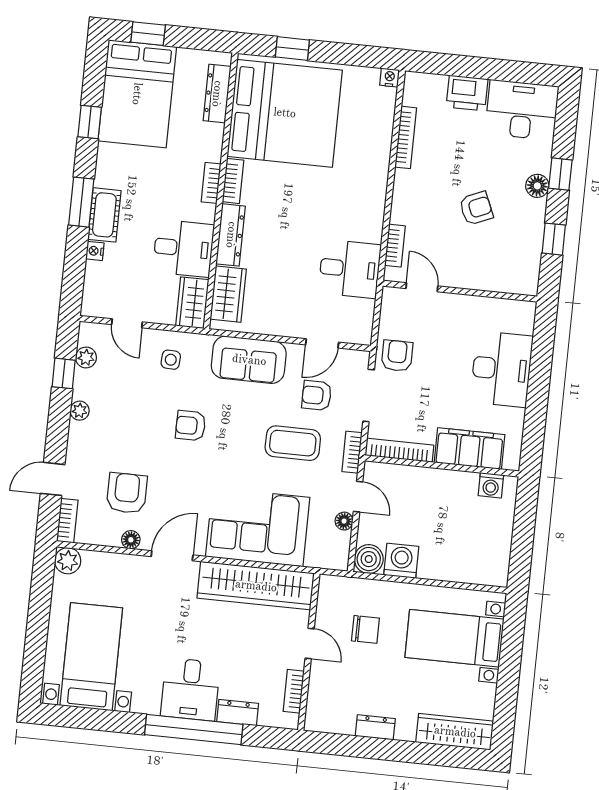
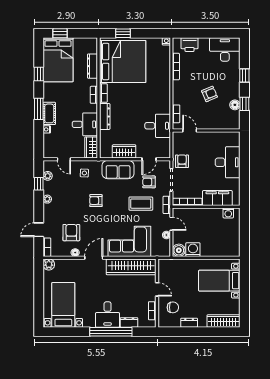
printer: (467, 93) -> (190, 45), moved
dresser: (217, 94) -> (92, 66), moved
floor lamp: (537, 186) -> (235, 105), moved
wardrobe: (228, 294) -> (124, 151), moved, turned -90
chair: (365, 629) -> (173, 307), moved

